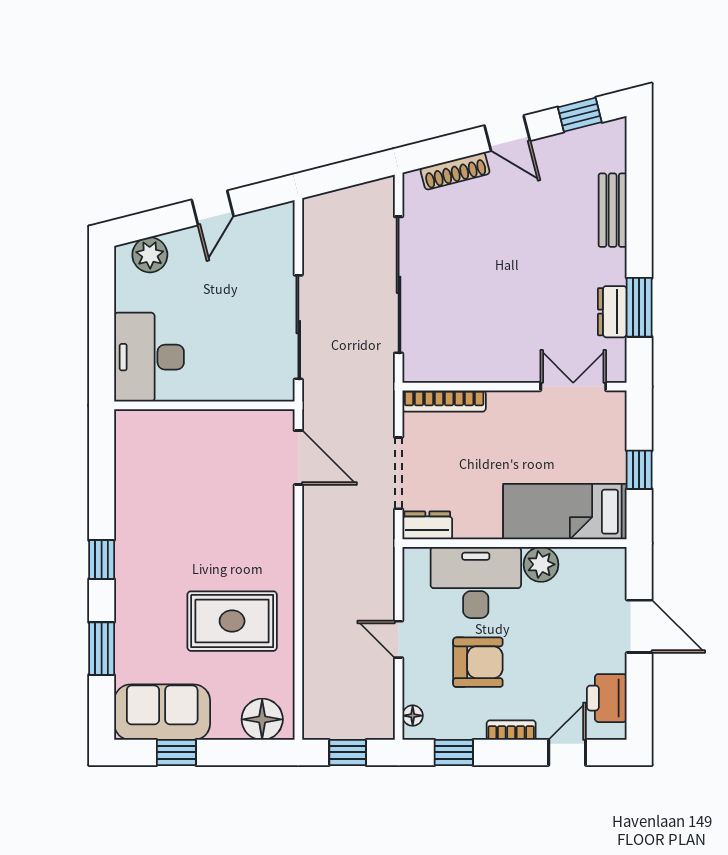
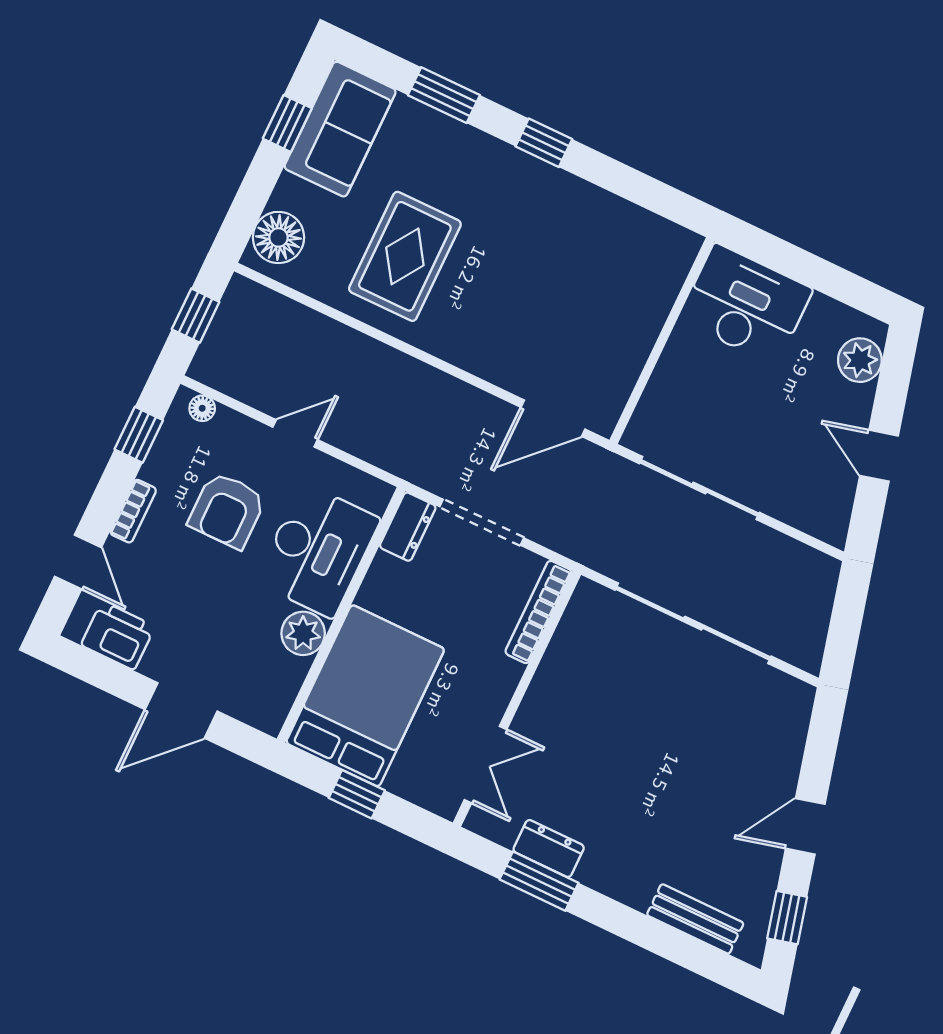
shoe rack: (455, 171) -> (791, 747), removed
bench: (613, 210) -> (695, 919), moved
bed: (565, 512) -> (365, 696), width x1.50

